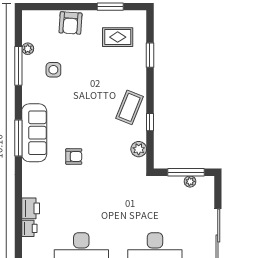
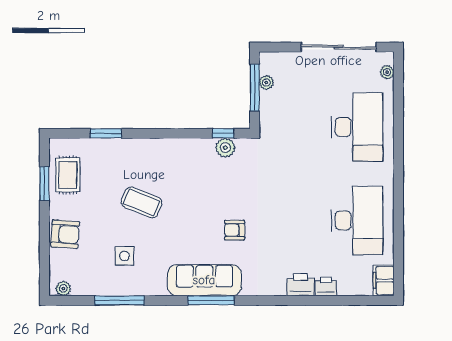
rug: (118, 37) -> (68, 175), moved
plant: (28, 49) -> (63, 289), moved
coffee table: (130, 107) -> (142, 202), moved
window: (150, 122) -> (223, 133), moved
armchair: (74, 156) -> (235, 230), turned -90

